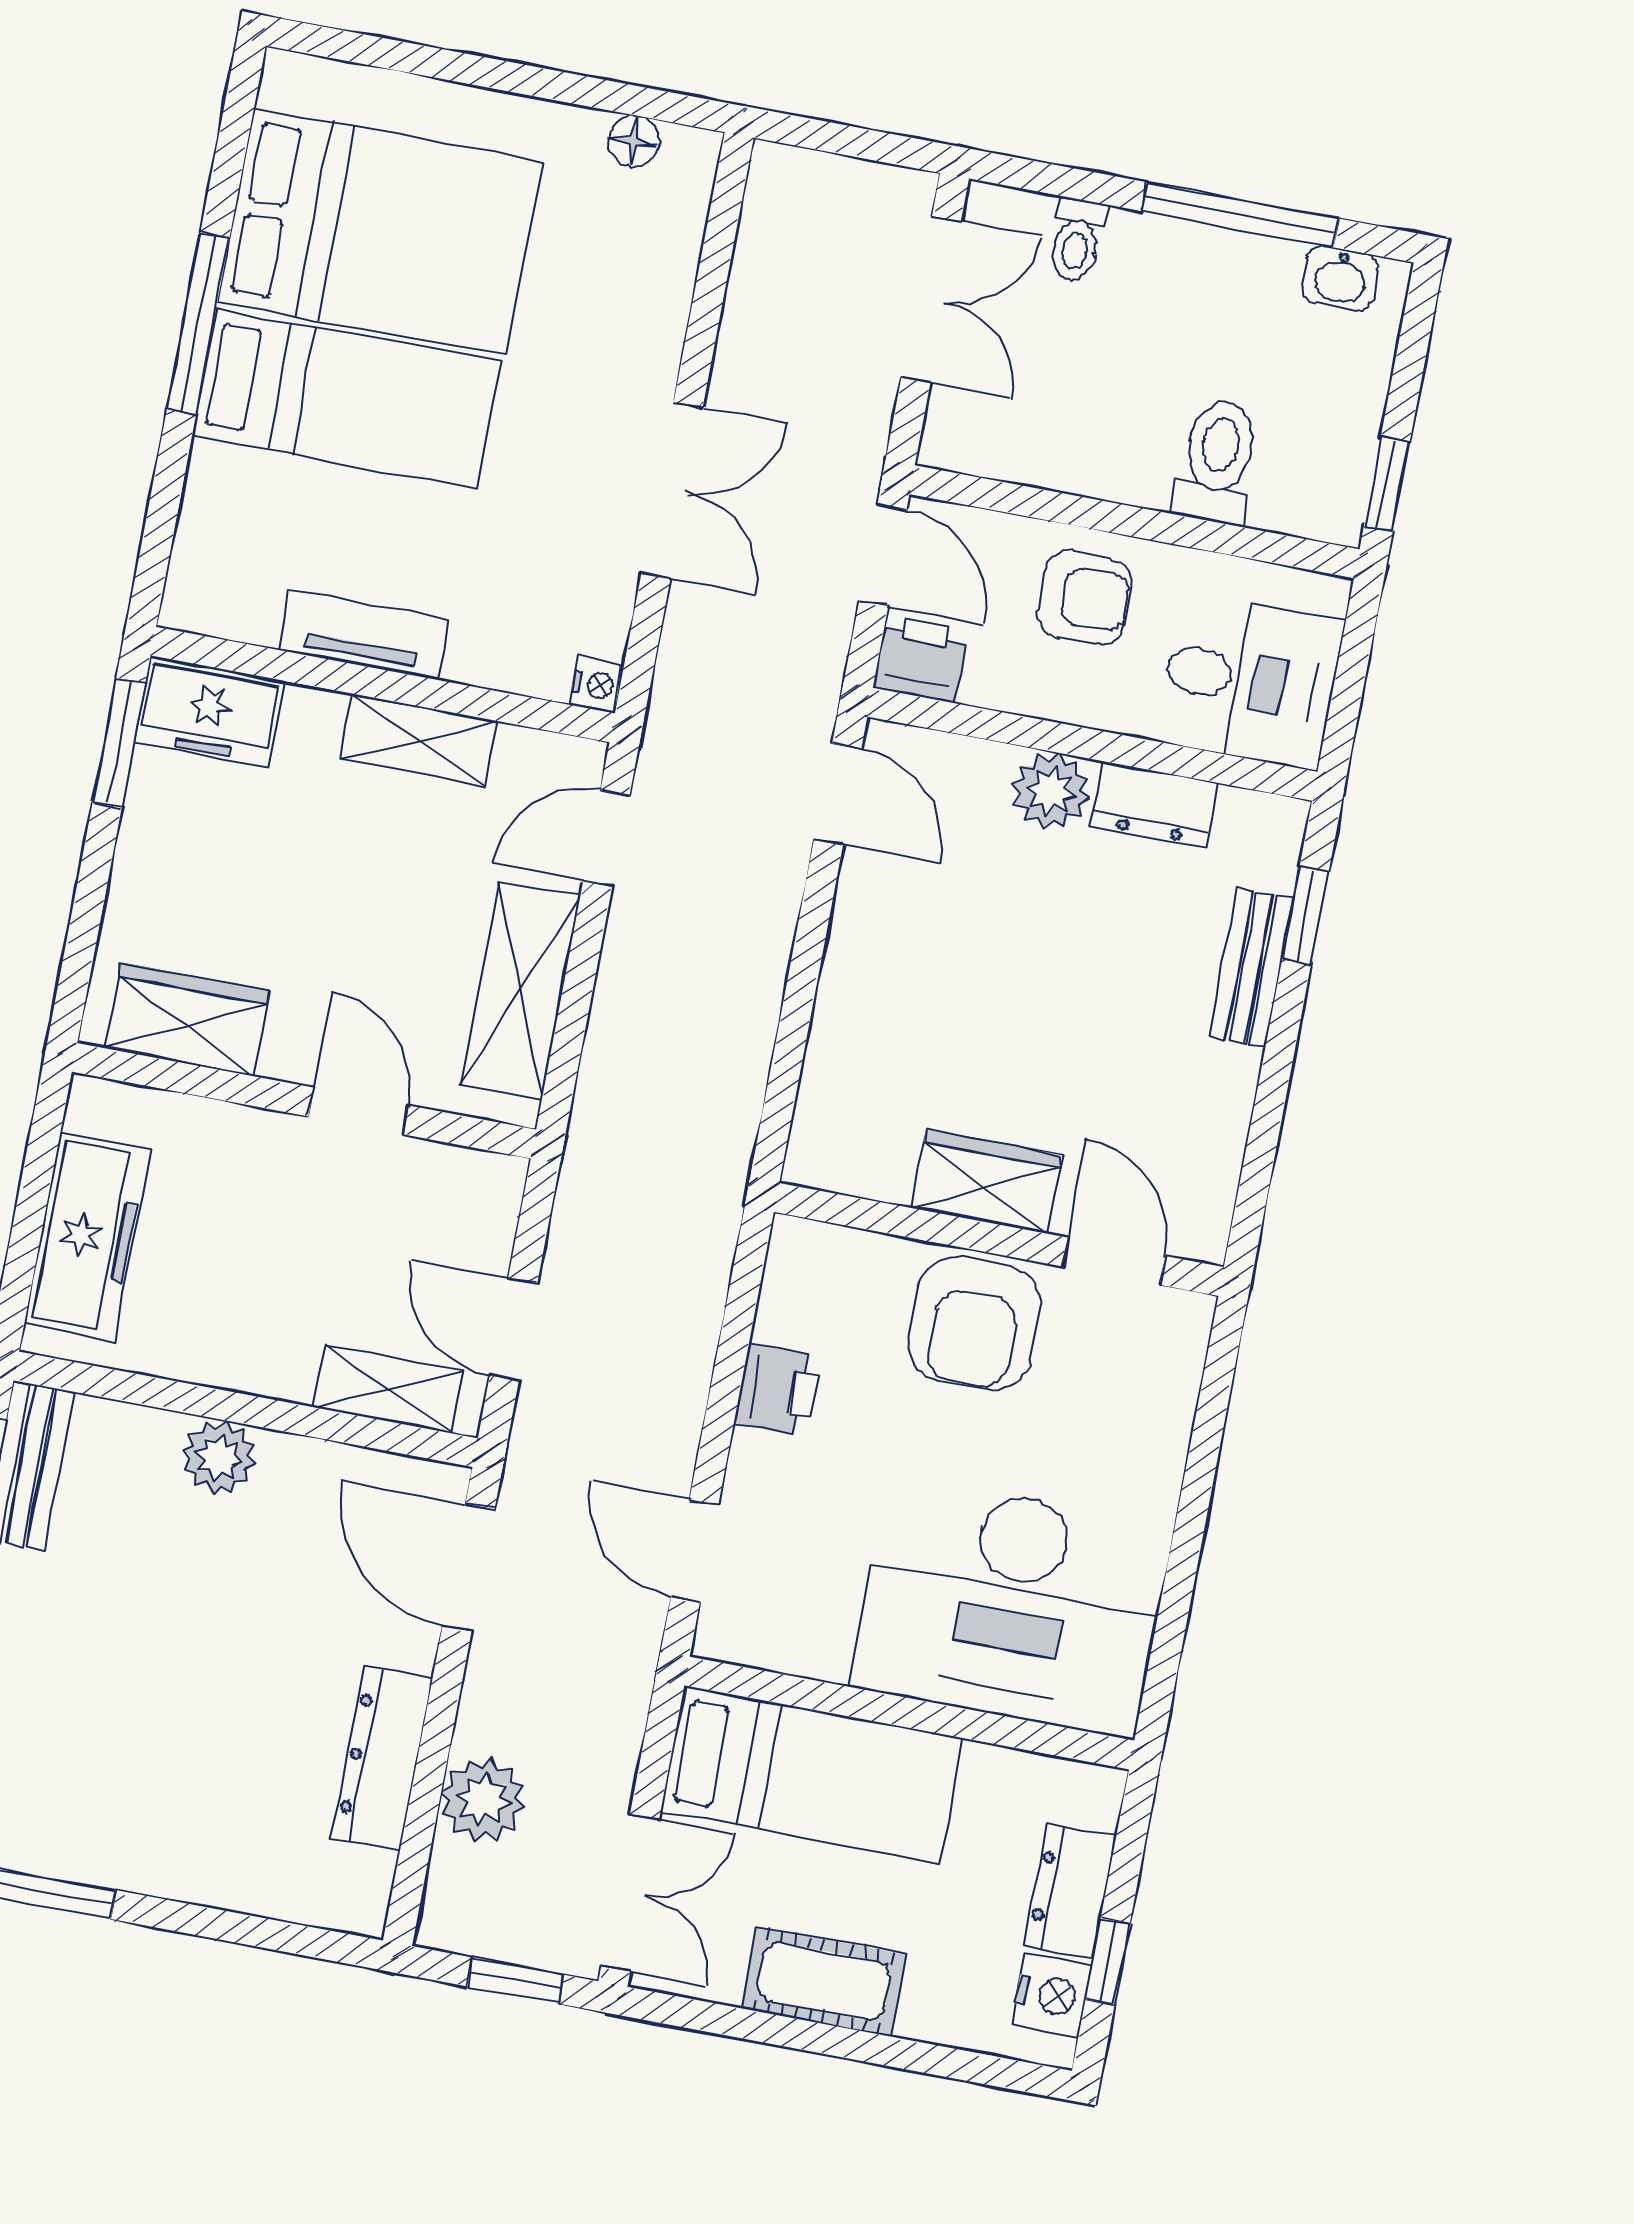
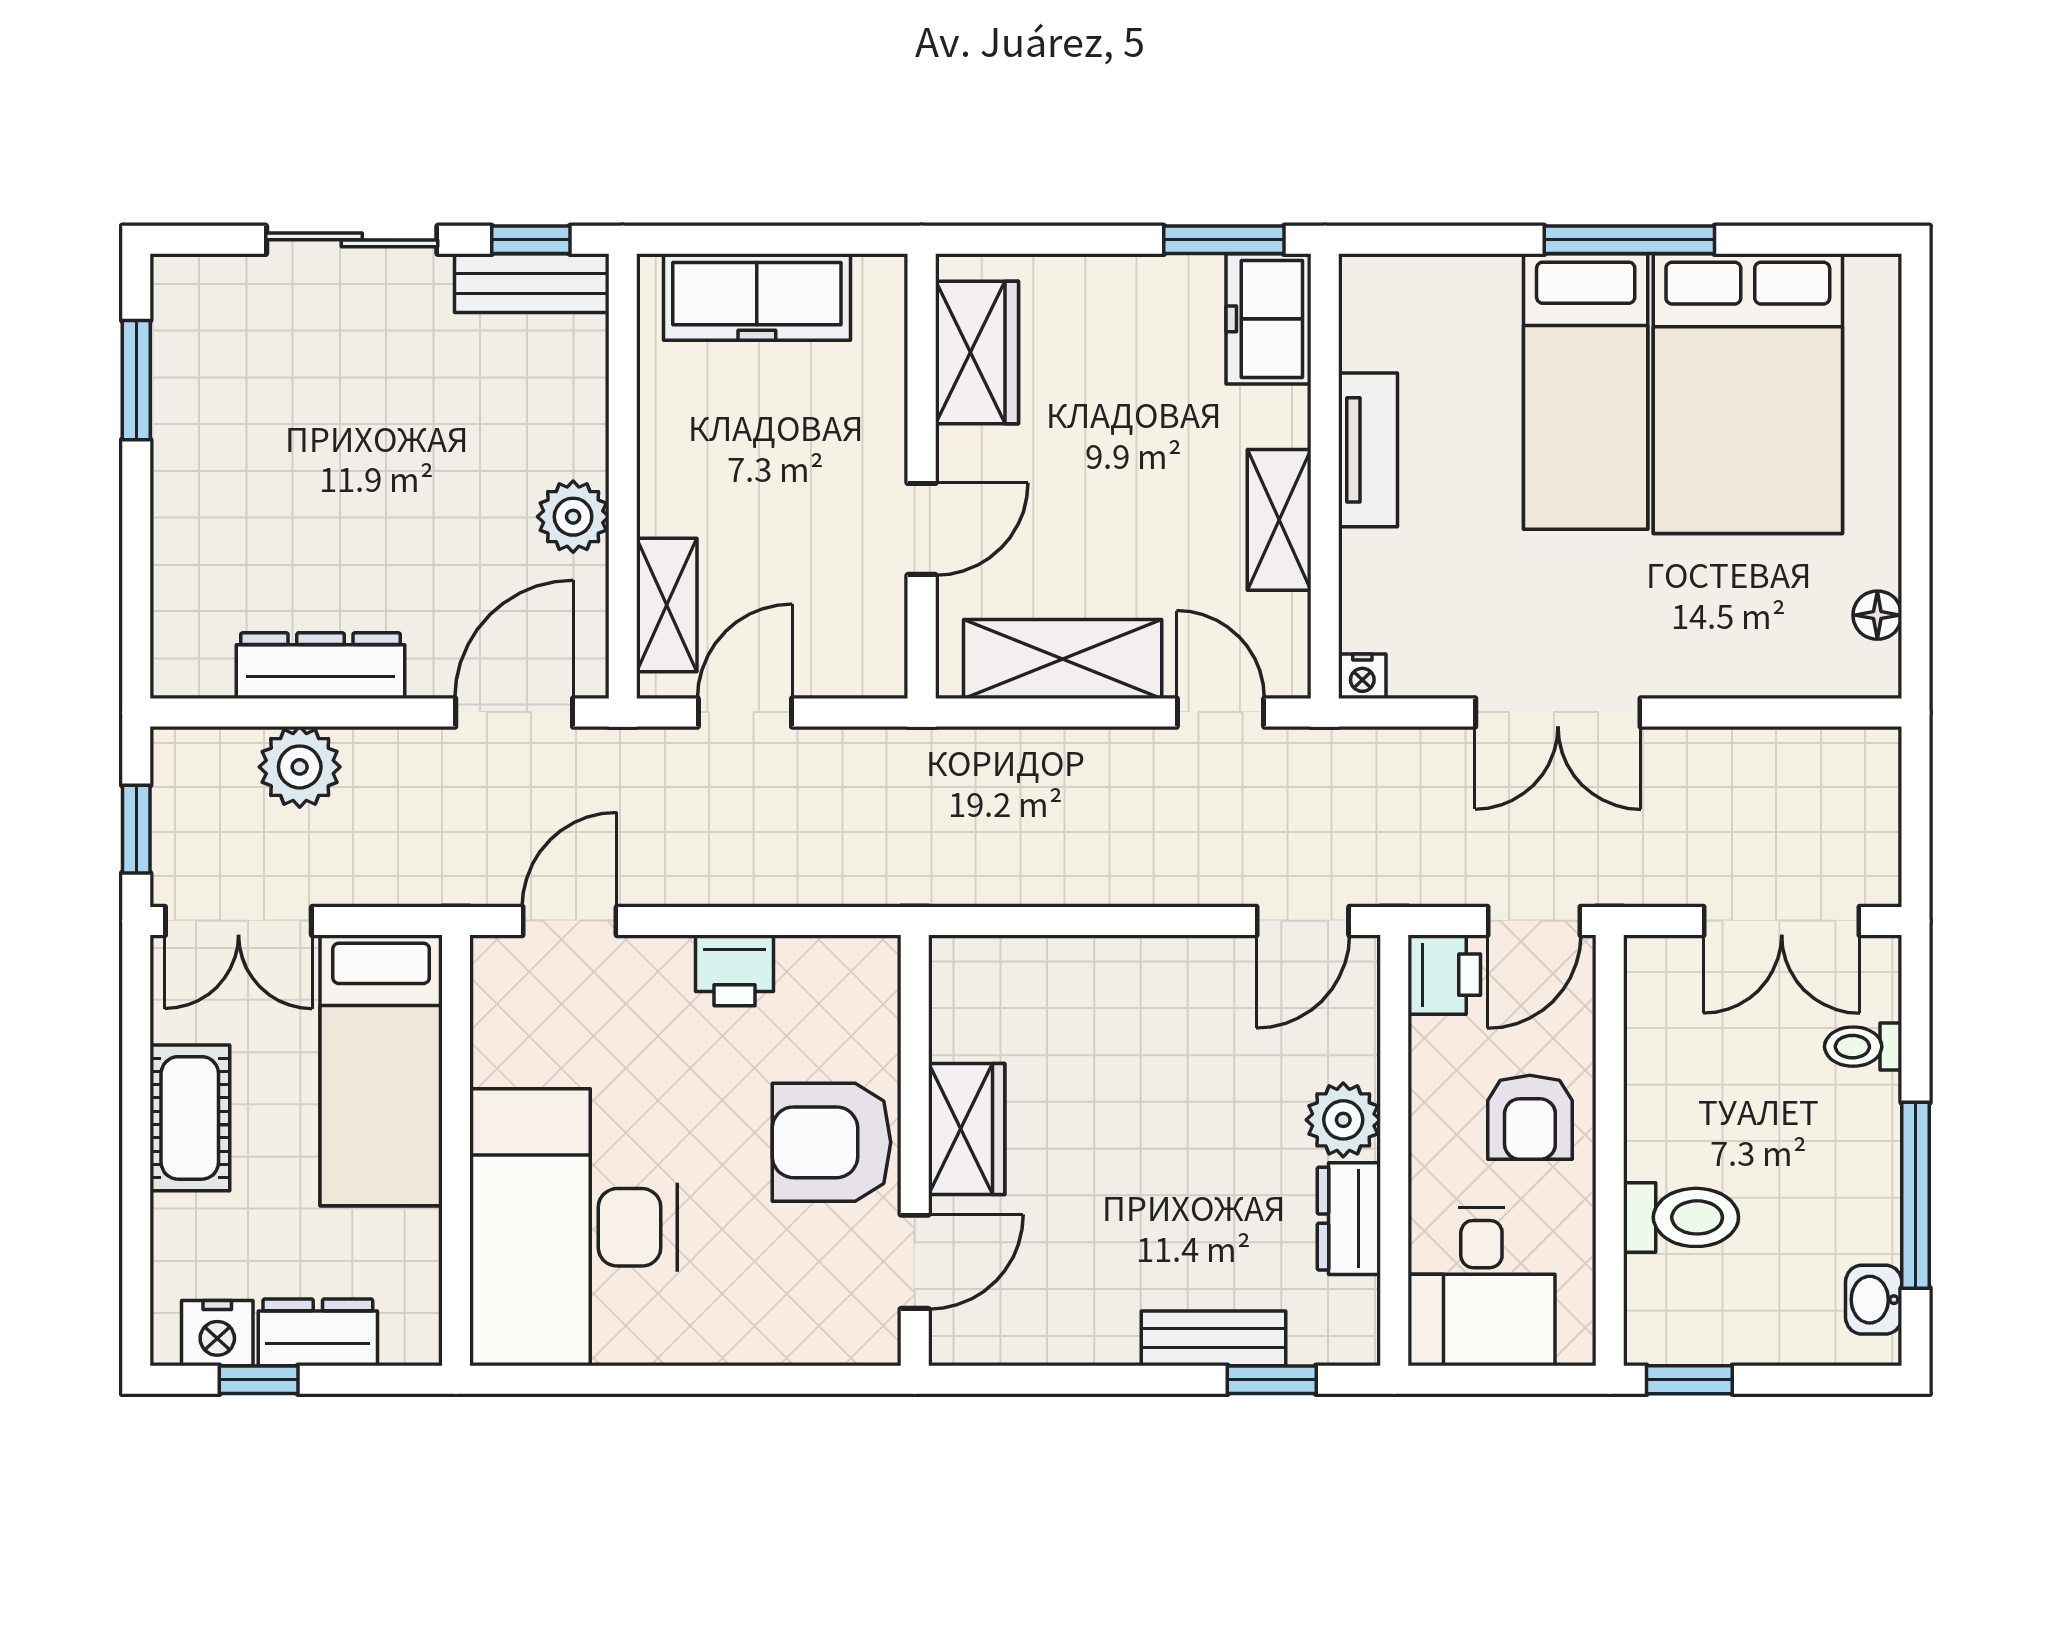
plant: (219, 1457) -> (573, 517), moved

